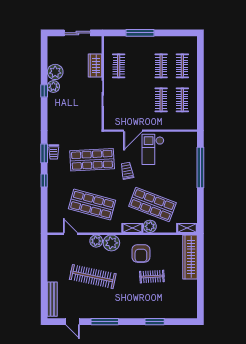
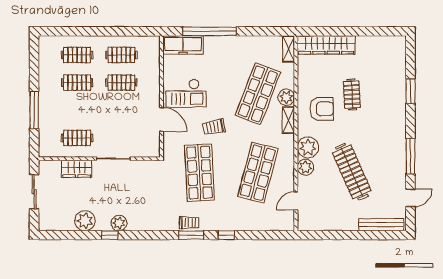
plant: (53, 87) -> (119, 223), moved
freezer: (190, 147) -> (183, 45), added
clothes rail: (93, 277) -> (352, 172), turned -36

